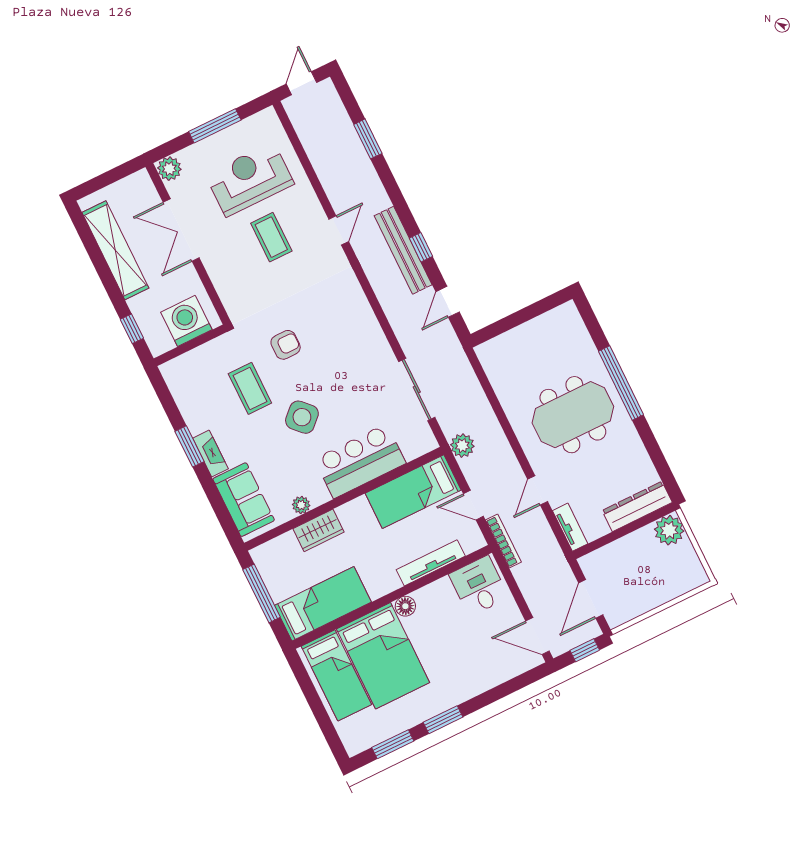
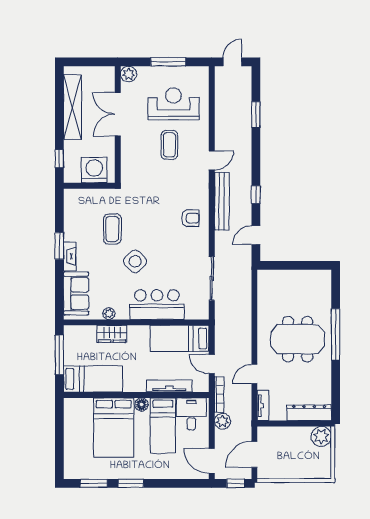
bench: (403, 250) -> (222, 201), moved
armchair: (286, 345) -> (190, 218), moved
plant: (462, 446) -> (223, 421), moved
bed: (336, 675) -> (163, 426), moved

